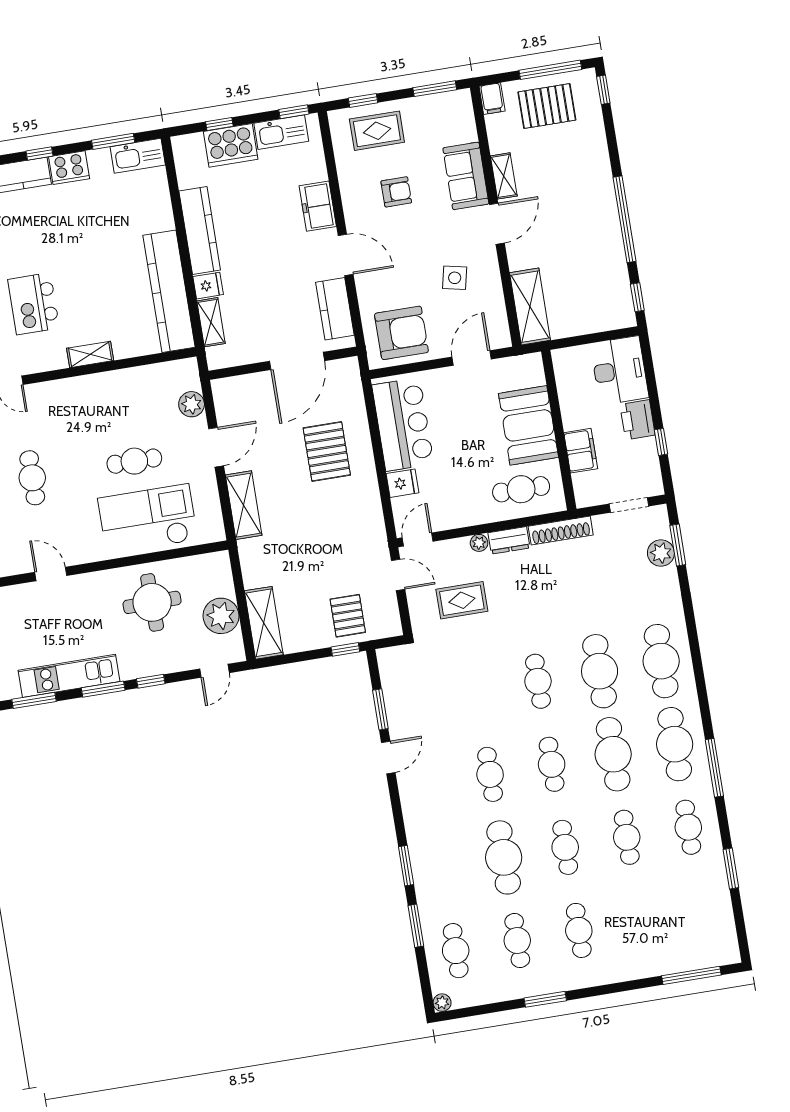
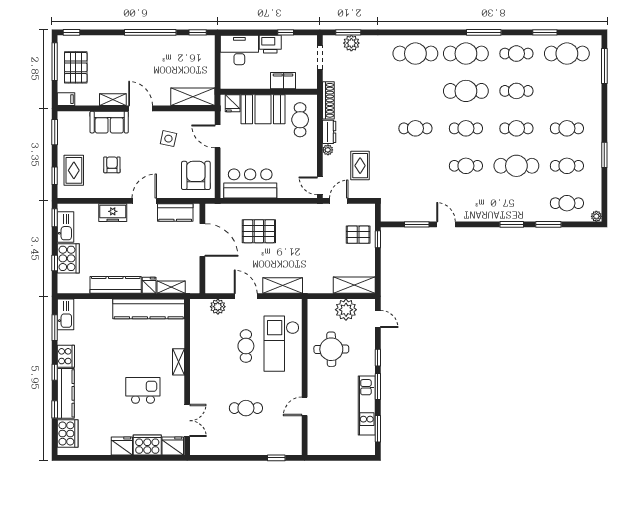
kitchen island: (34, 304) -> (143, 390), turned 180
fridge: (402, 483) -> (233, 103), moved, turned 180
cafe table: (600, 671) -> (567, 54), moved

